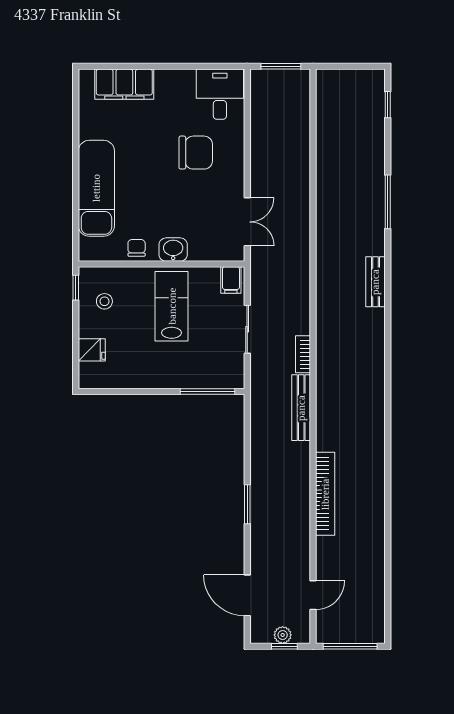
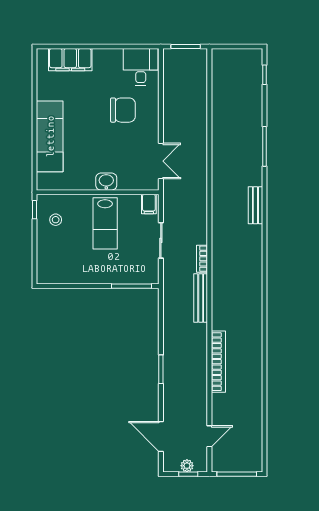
chair: (137, 248) -> (79, 180), removed
lab bench: (172, 306) -> (105, 223), turned 180
fridge: (92, 350) -> (46, 255), removed

